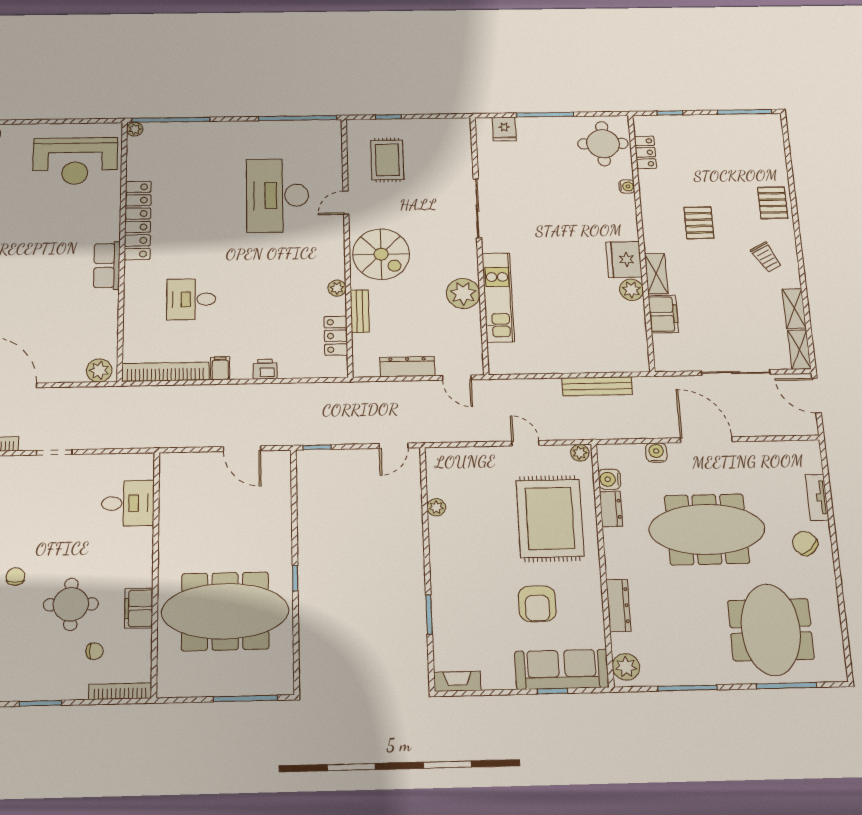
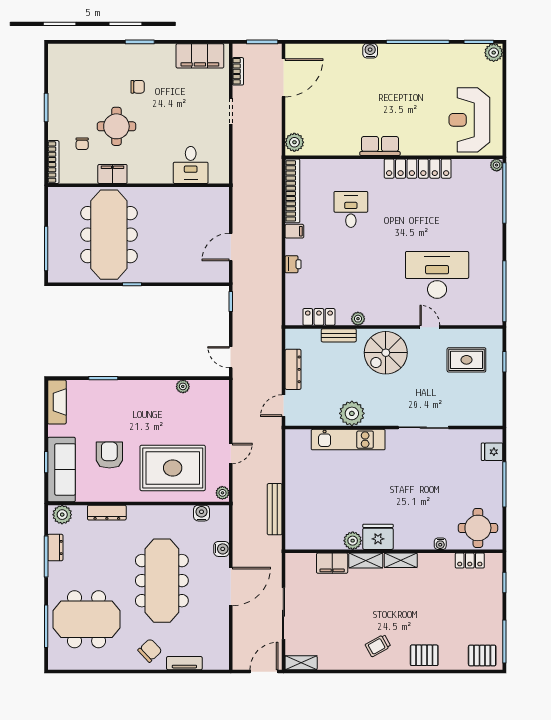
pallet: (699, 223) -> (482, 655), moved
shelving: (794, 308) -> (401, 560), moved
dresser: (611, 509) -> (55, 547), moved, turned -90
armchair: (537, 604) -> (109, 455), turned 90
fireplace: (457, 681) -> (57, 402), width x1.37, depth x1.32

